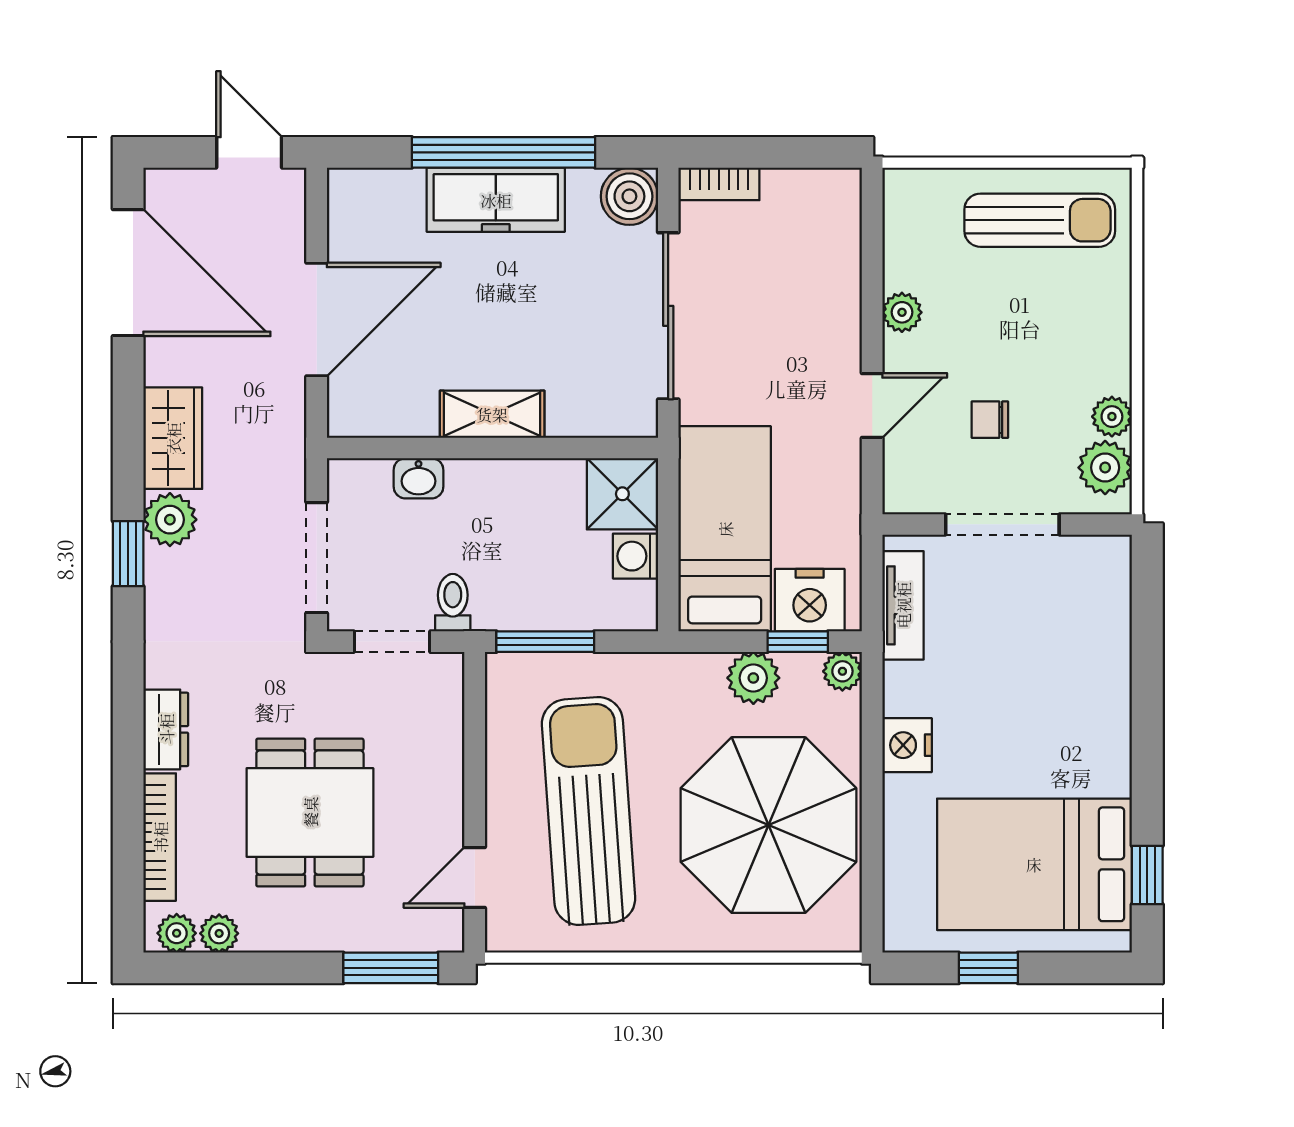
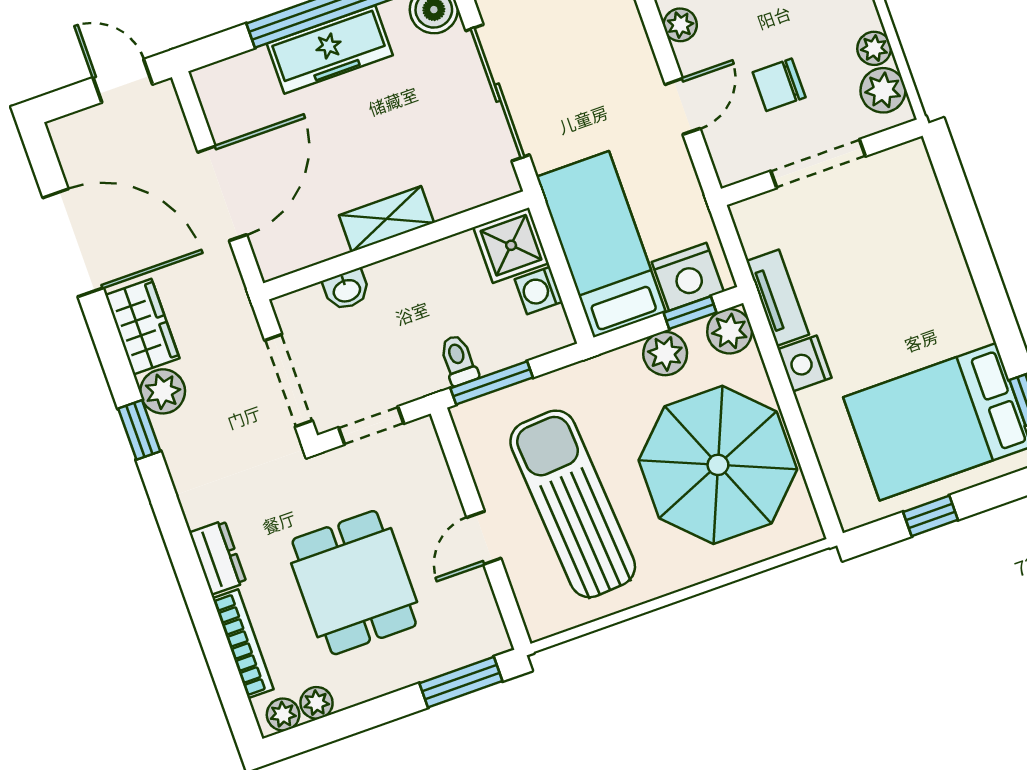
door: (128, 273) -> (73, 243), moved
chair: (990, 420) -> (779, 85), width x1.37, depth x1.37
toilet: (453, 603) -> (459, 360), moved
tv unit: (903, 605) -> (778, 298), moved
plant: (842, 671) -> (730, 331), width x1.38, depth x1.38
door: (475, 877) -> (484, 538), moved

